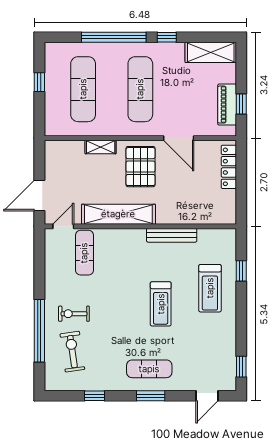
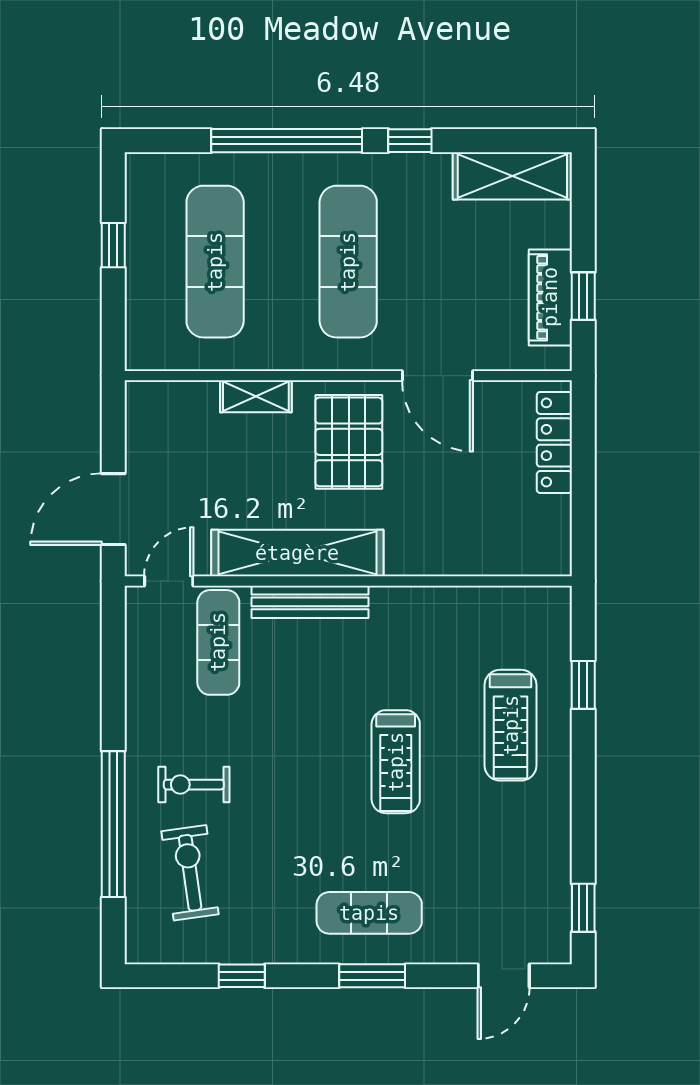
bench: (172, 235) -> (310, 602), moved

